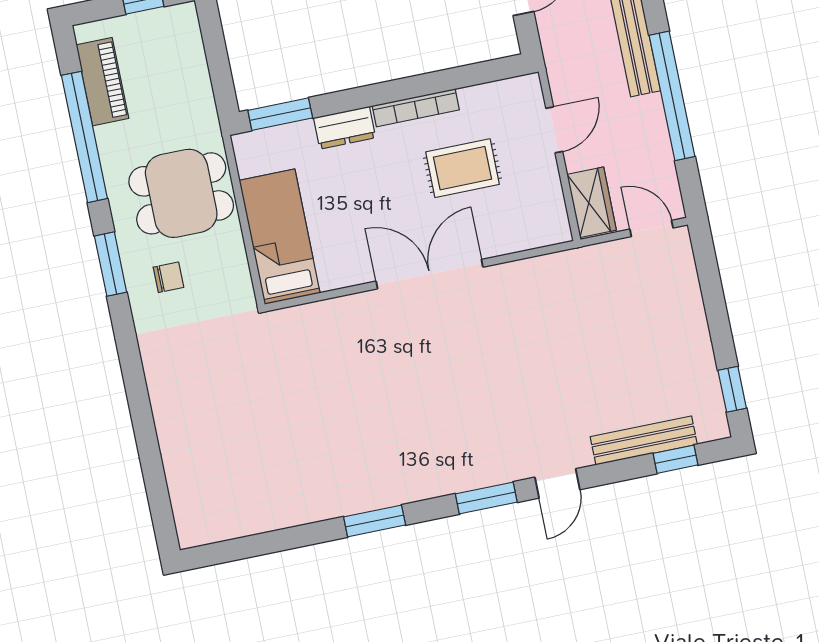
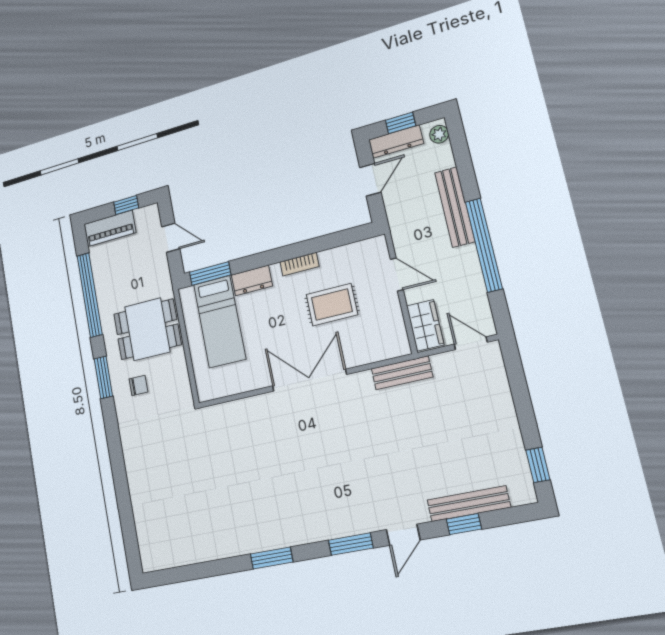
door: (217, 56) -> (171, 238), added
piano: (102, 82) -> (110, 228), moved, turned 90
bookcase: (416, 108) -> (299, 264), width x0.64
door: (554, 130) -> (397, 274), hinge flipped
bed: (280, 237) -> (220, 322), moved, turned 180
bench: (559, 266) -> (402, 373), added
window: (675, 459) -> (464, 524), moved

